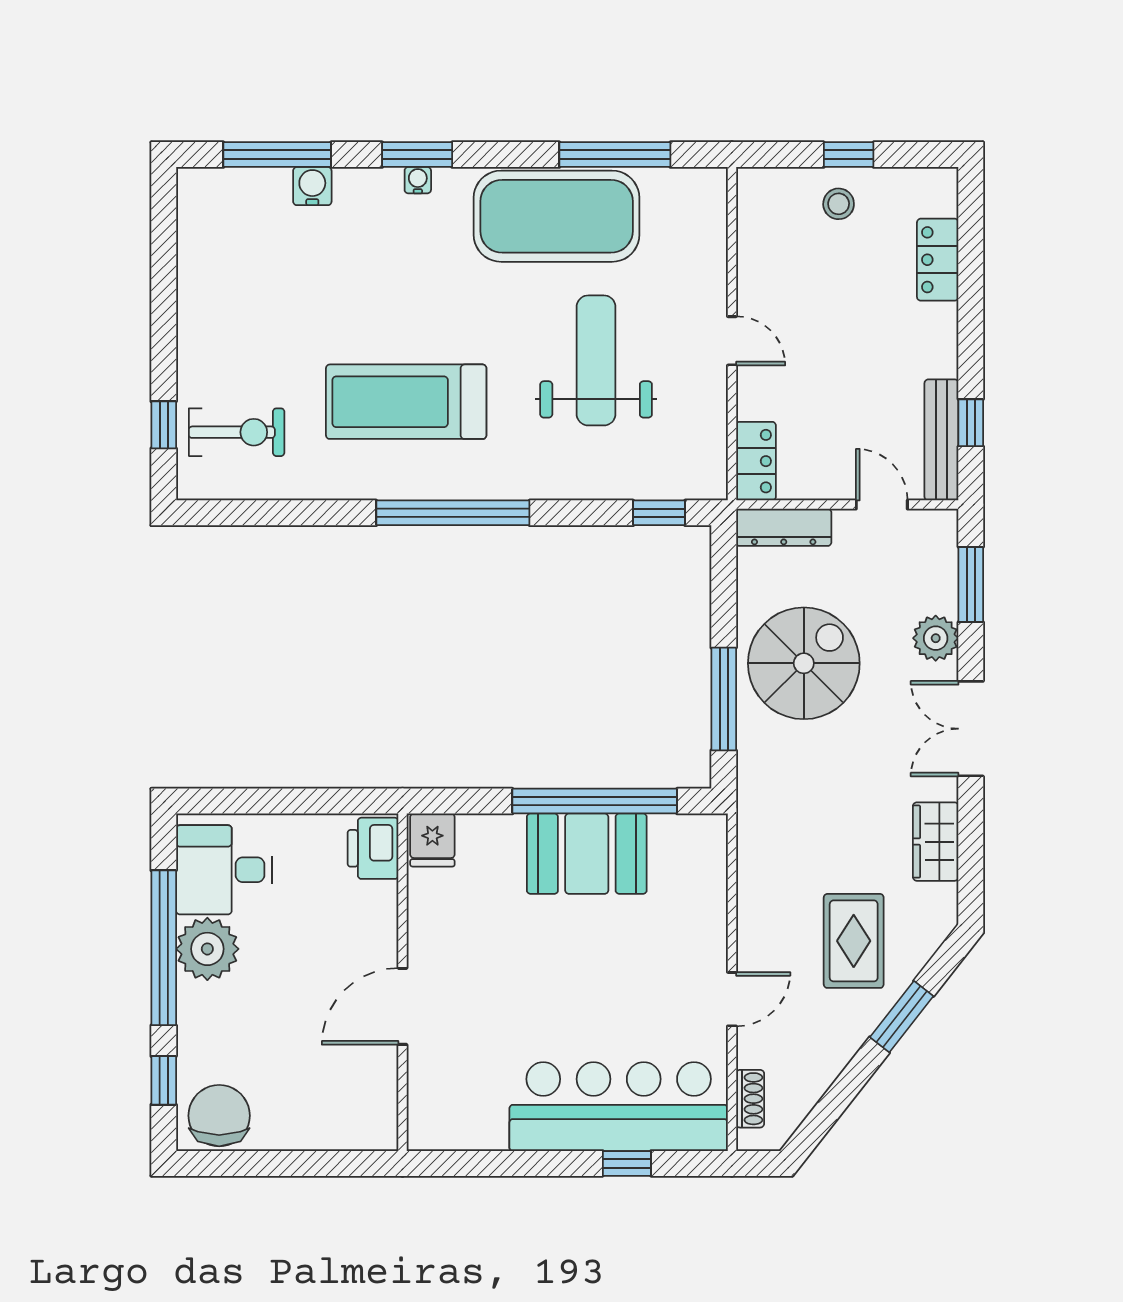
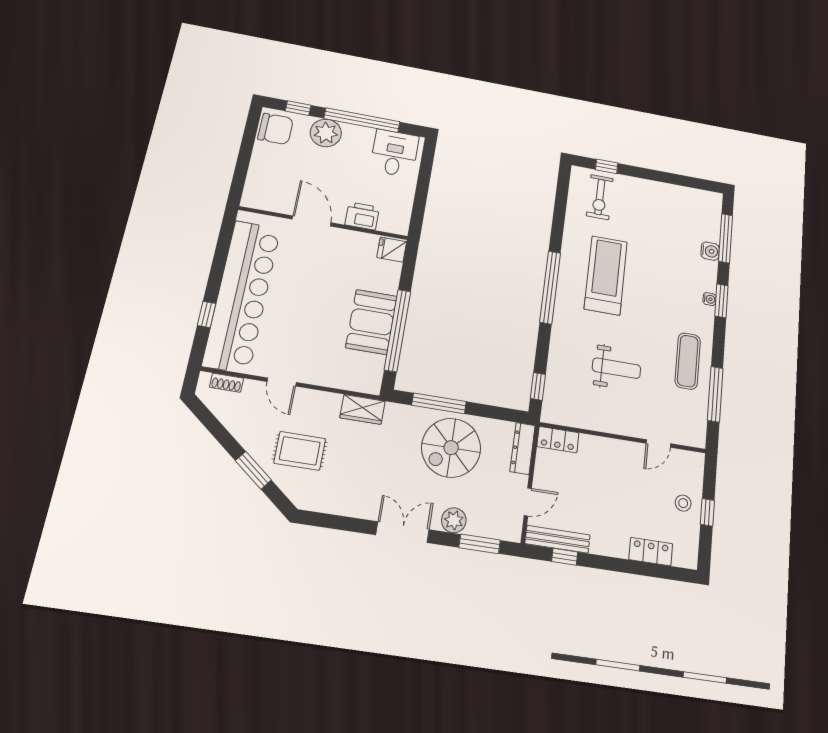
exercise mat: (557, 216) -> (688, 361), width x0.50, depth x0.69
door: (732, 341) -> (658, 444), moved
weight bench: (596, 360) -> (616, 368), width x0.73, depth x0.75
spiral stairs: (804, 663) -> (451, 448), turned 90
wardrobe: (936, 842) -> (362, 409), moved, turned 180
printer: (373, 848) -> (362, 216), moved
plant: (207, 949) -> (326, 133), moved
bar counter: (619, 1107) -> (242, 296), width x1.36

